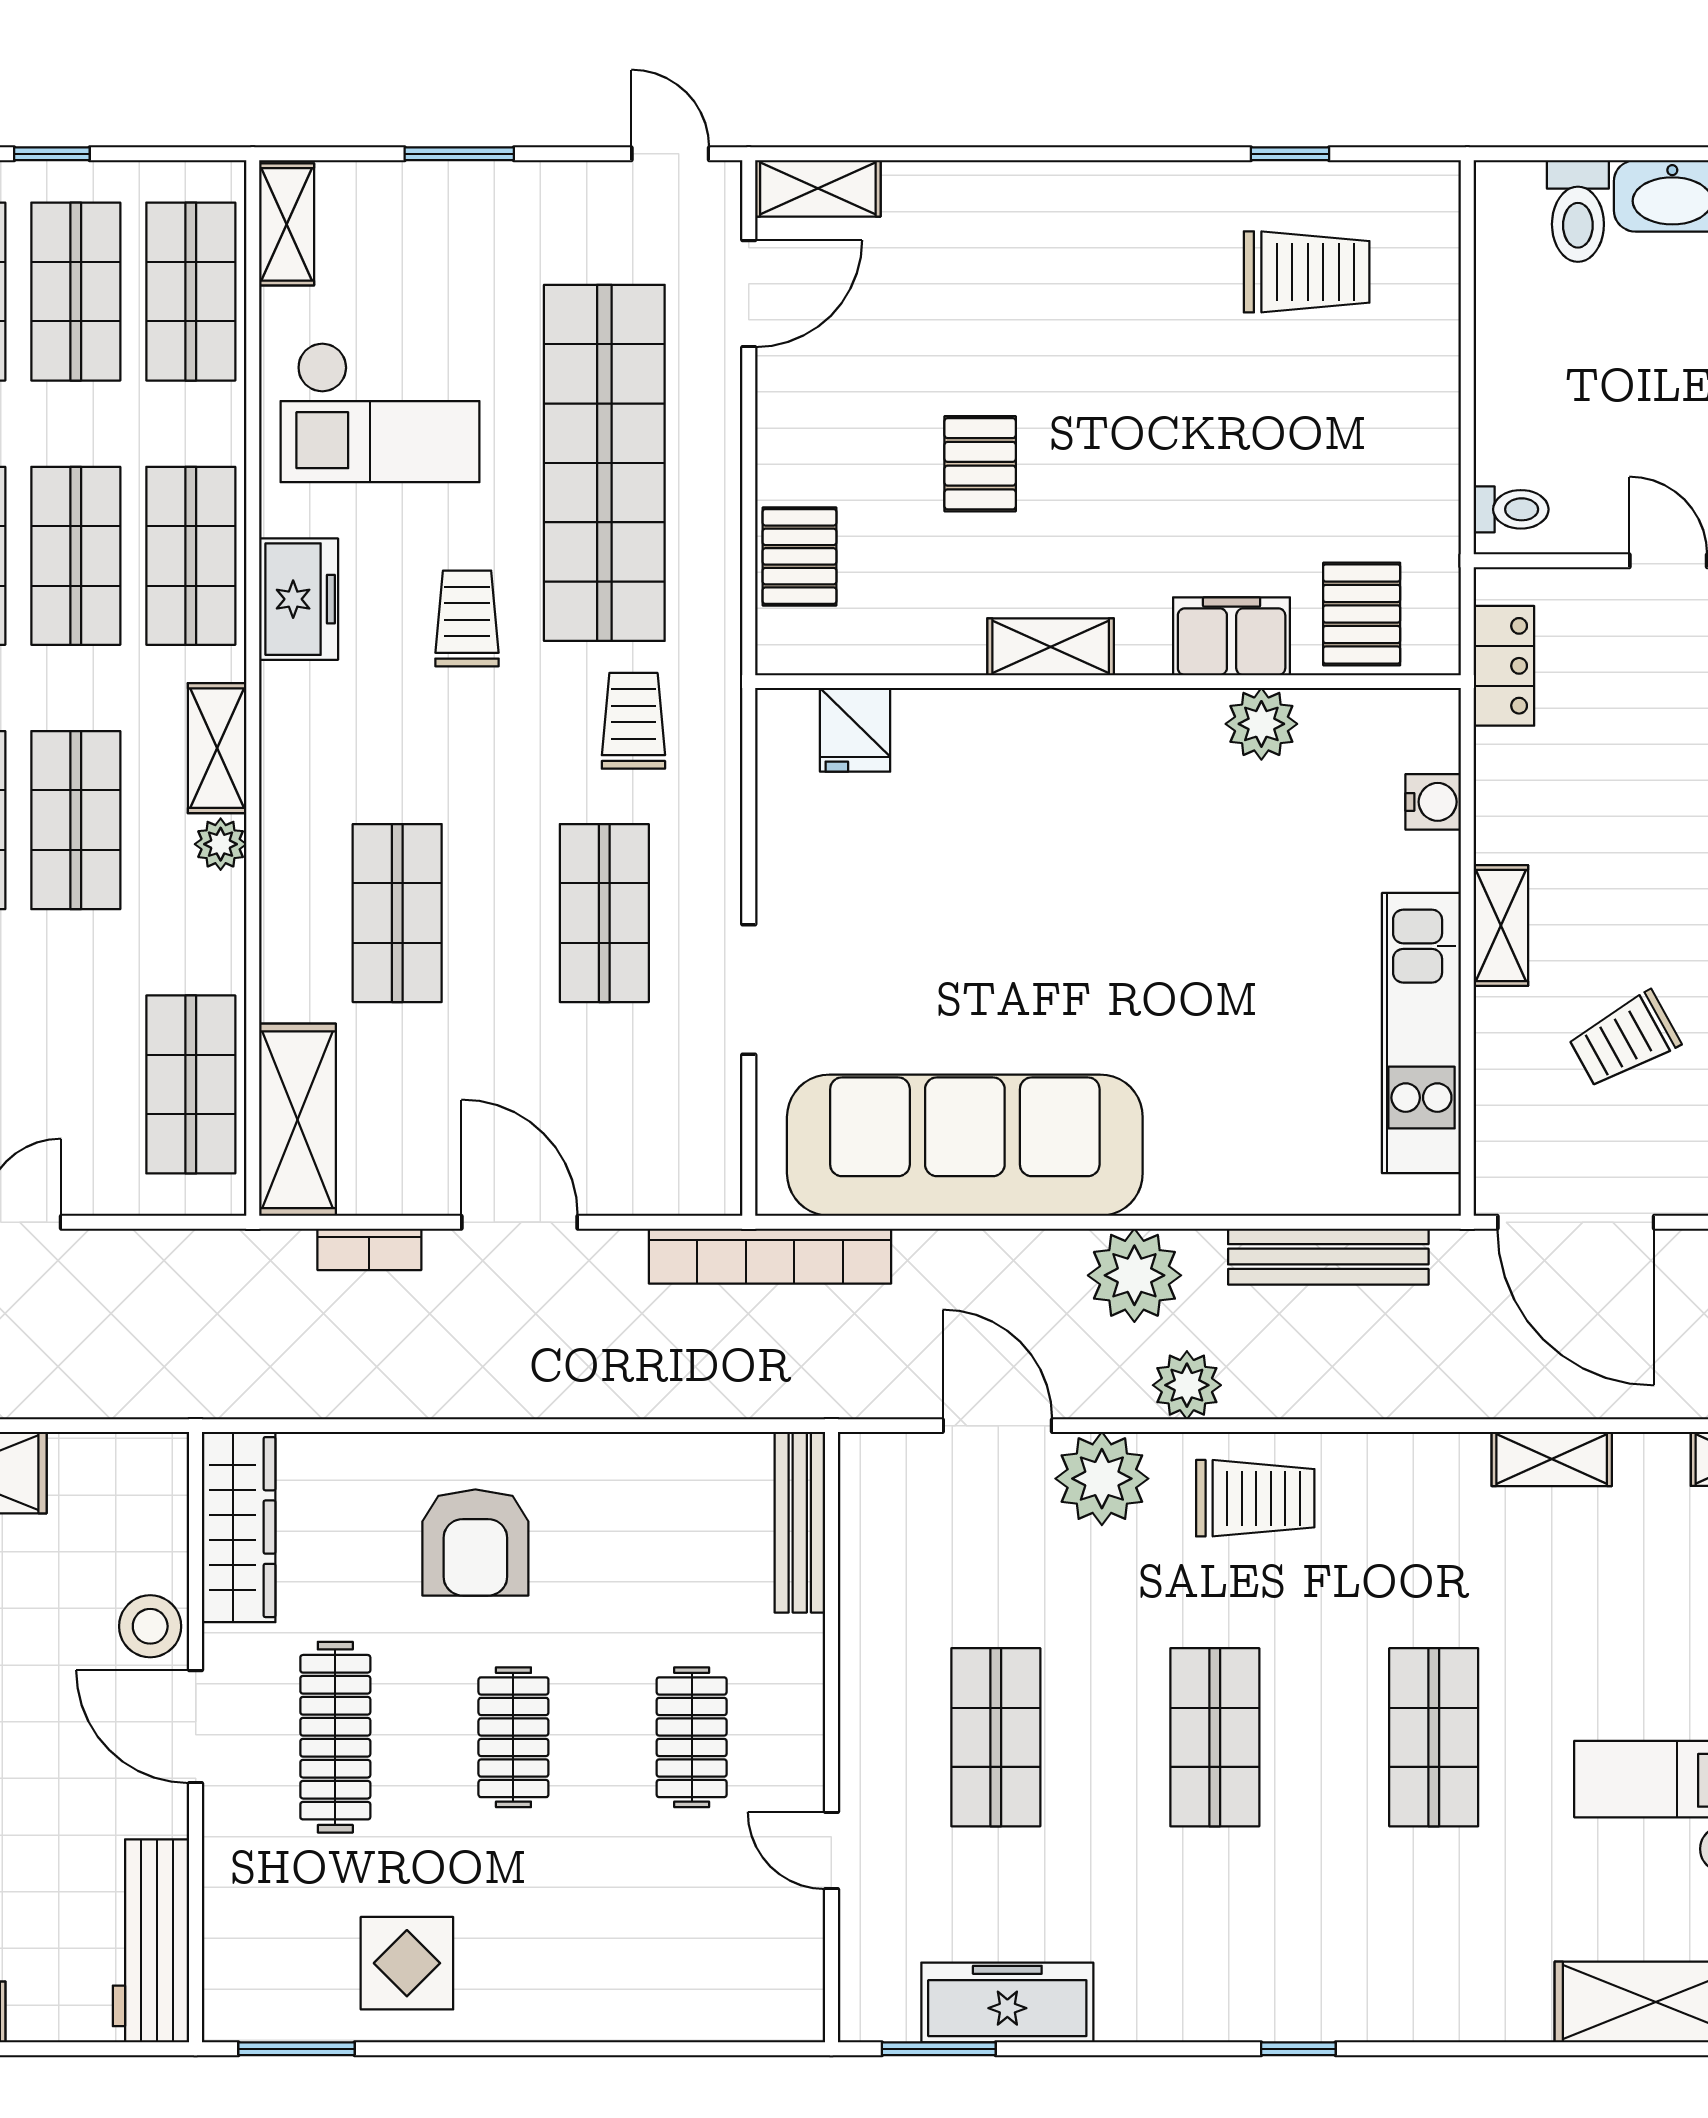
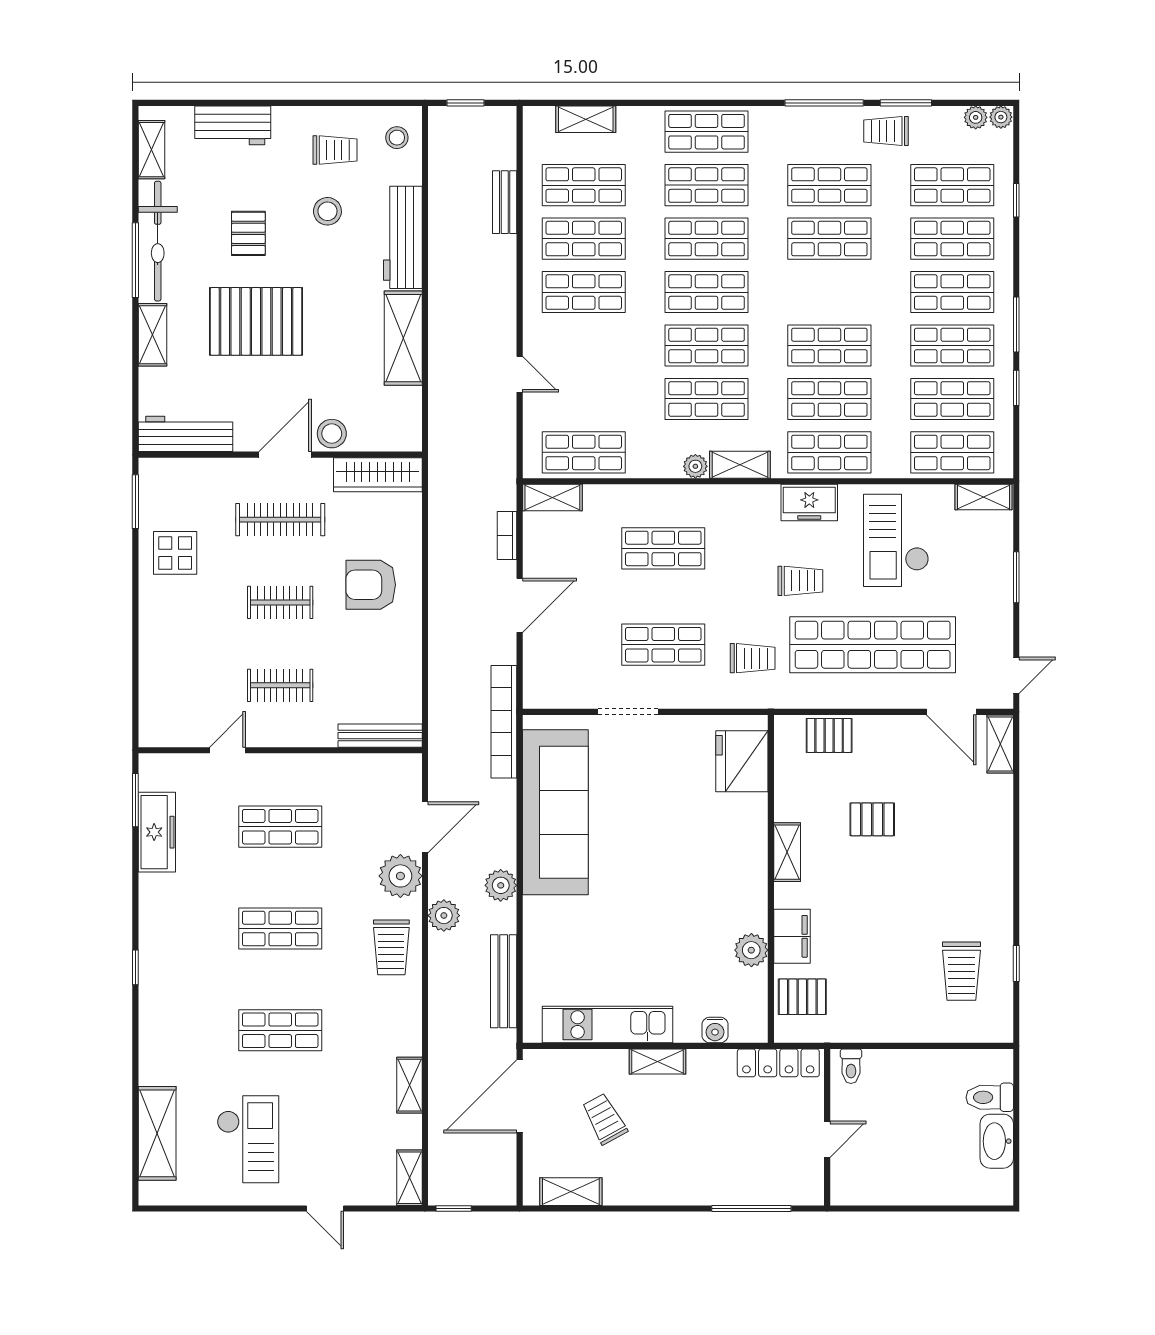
locker: (1504, 666) -> (778, 1063), width x1.53
fridge: (855, 730) -> (742, 761), width x1.88, depth x1.34
shelving: (298, 1120) -> (552, 498), width x0.67, depth x0.75
plant: (1134, 1275) -> (501, 885), width x0.73, depth x0.73

